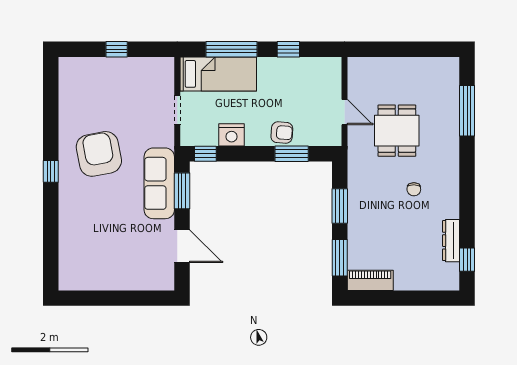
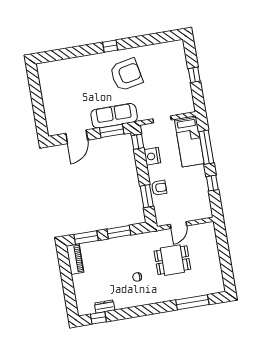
armchair: (282, 133) -> (159, 188), turned -94
dresser: (451, 241) -> (105, 307), width x0.70

